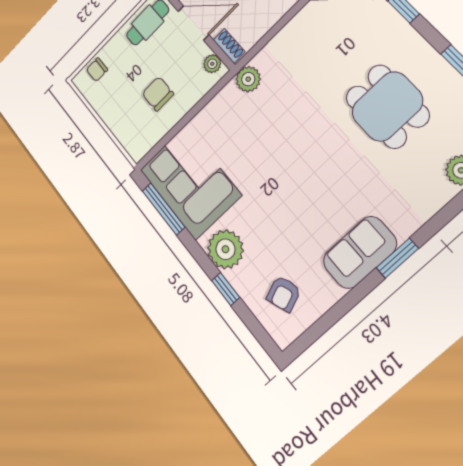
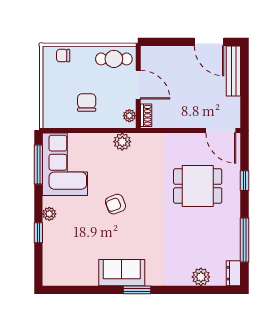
plant: (248, 79) -> (122, 142), moved
dining table: (387, 106) -> (198, 186), moved, turned 90
plant: (225, 249) -> (49, 214), width x0.53, depth x0.53
armchair: (284, 294) -> (115, 204), moved

